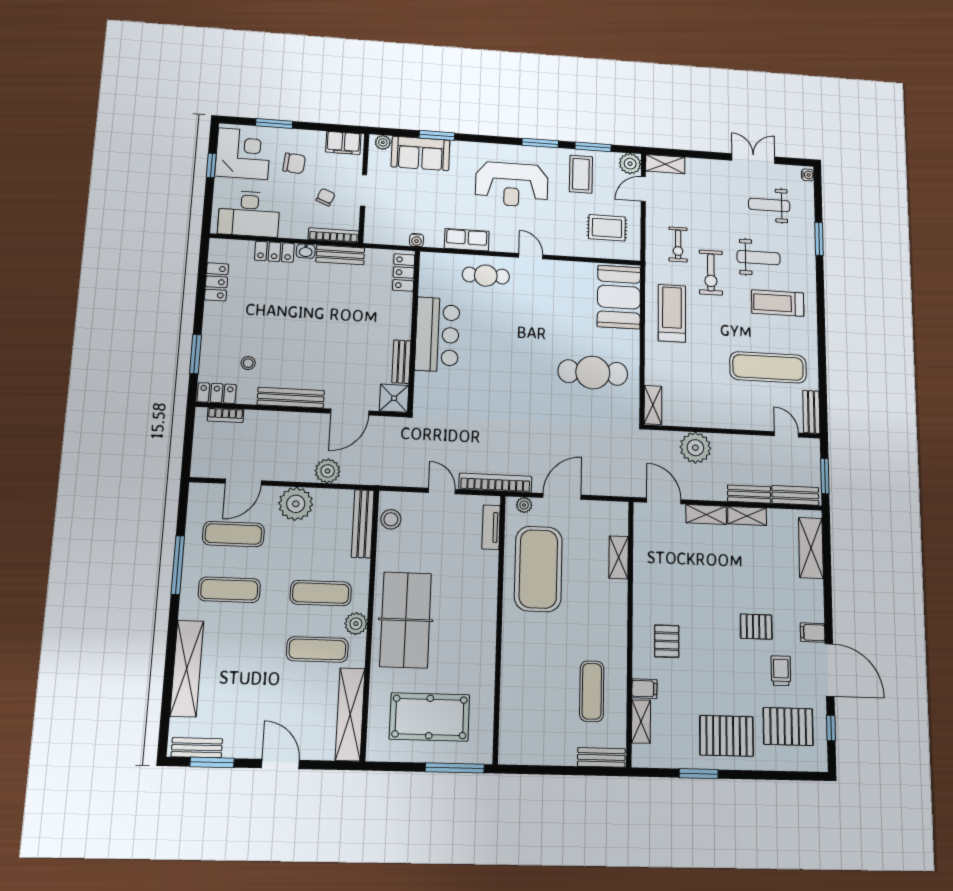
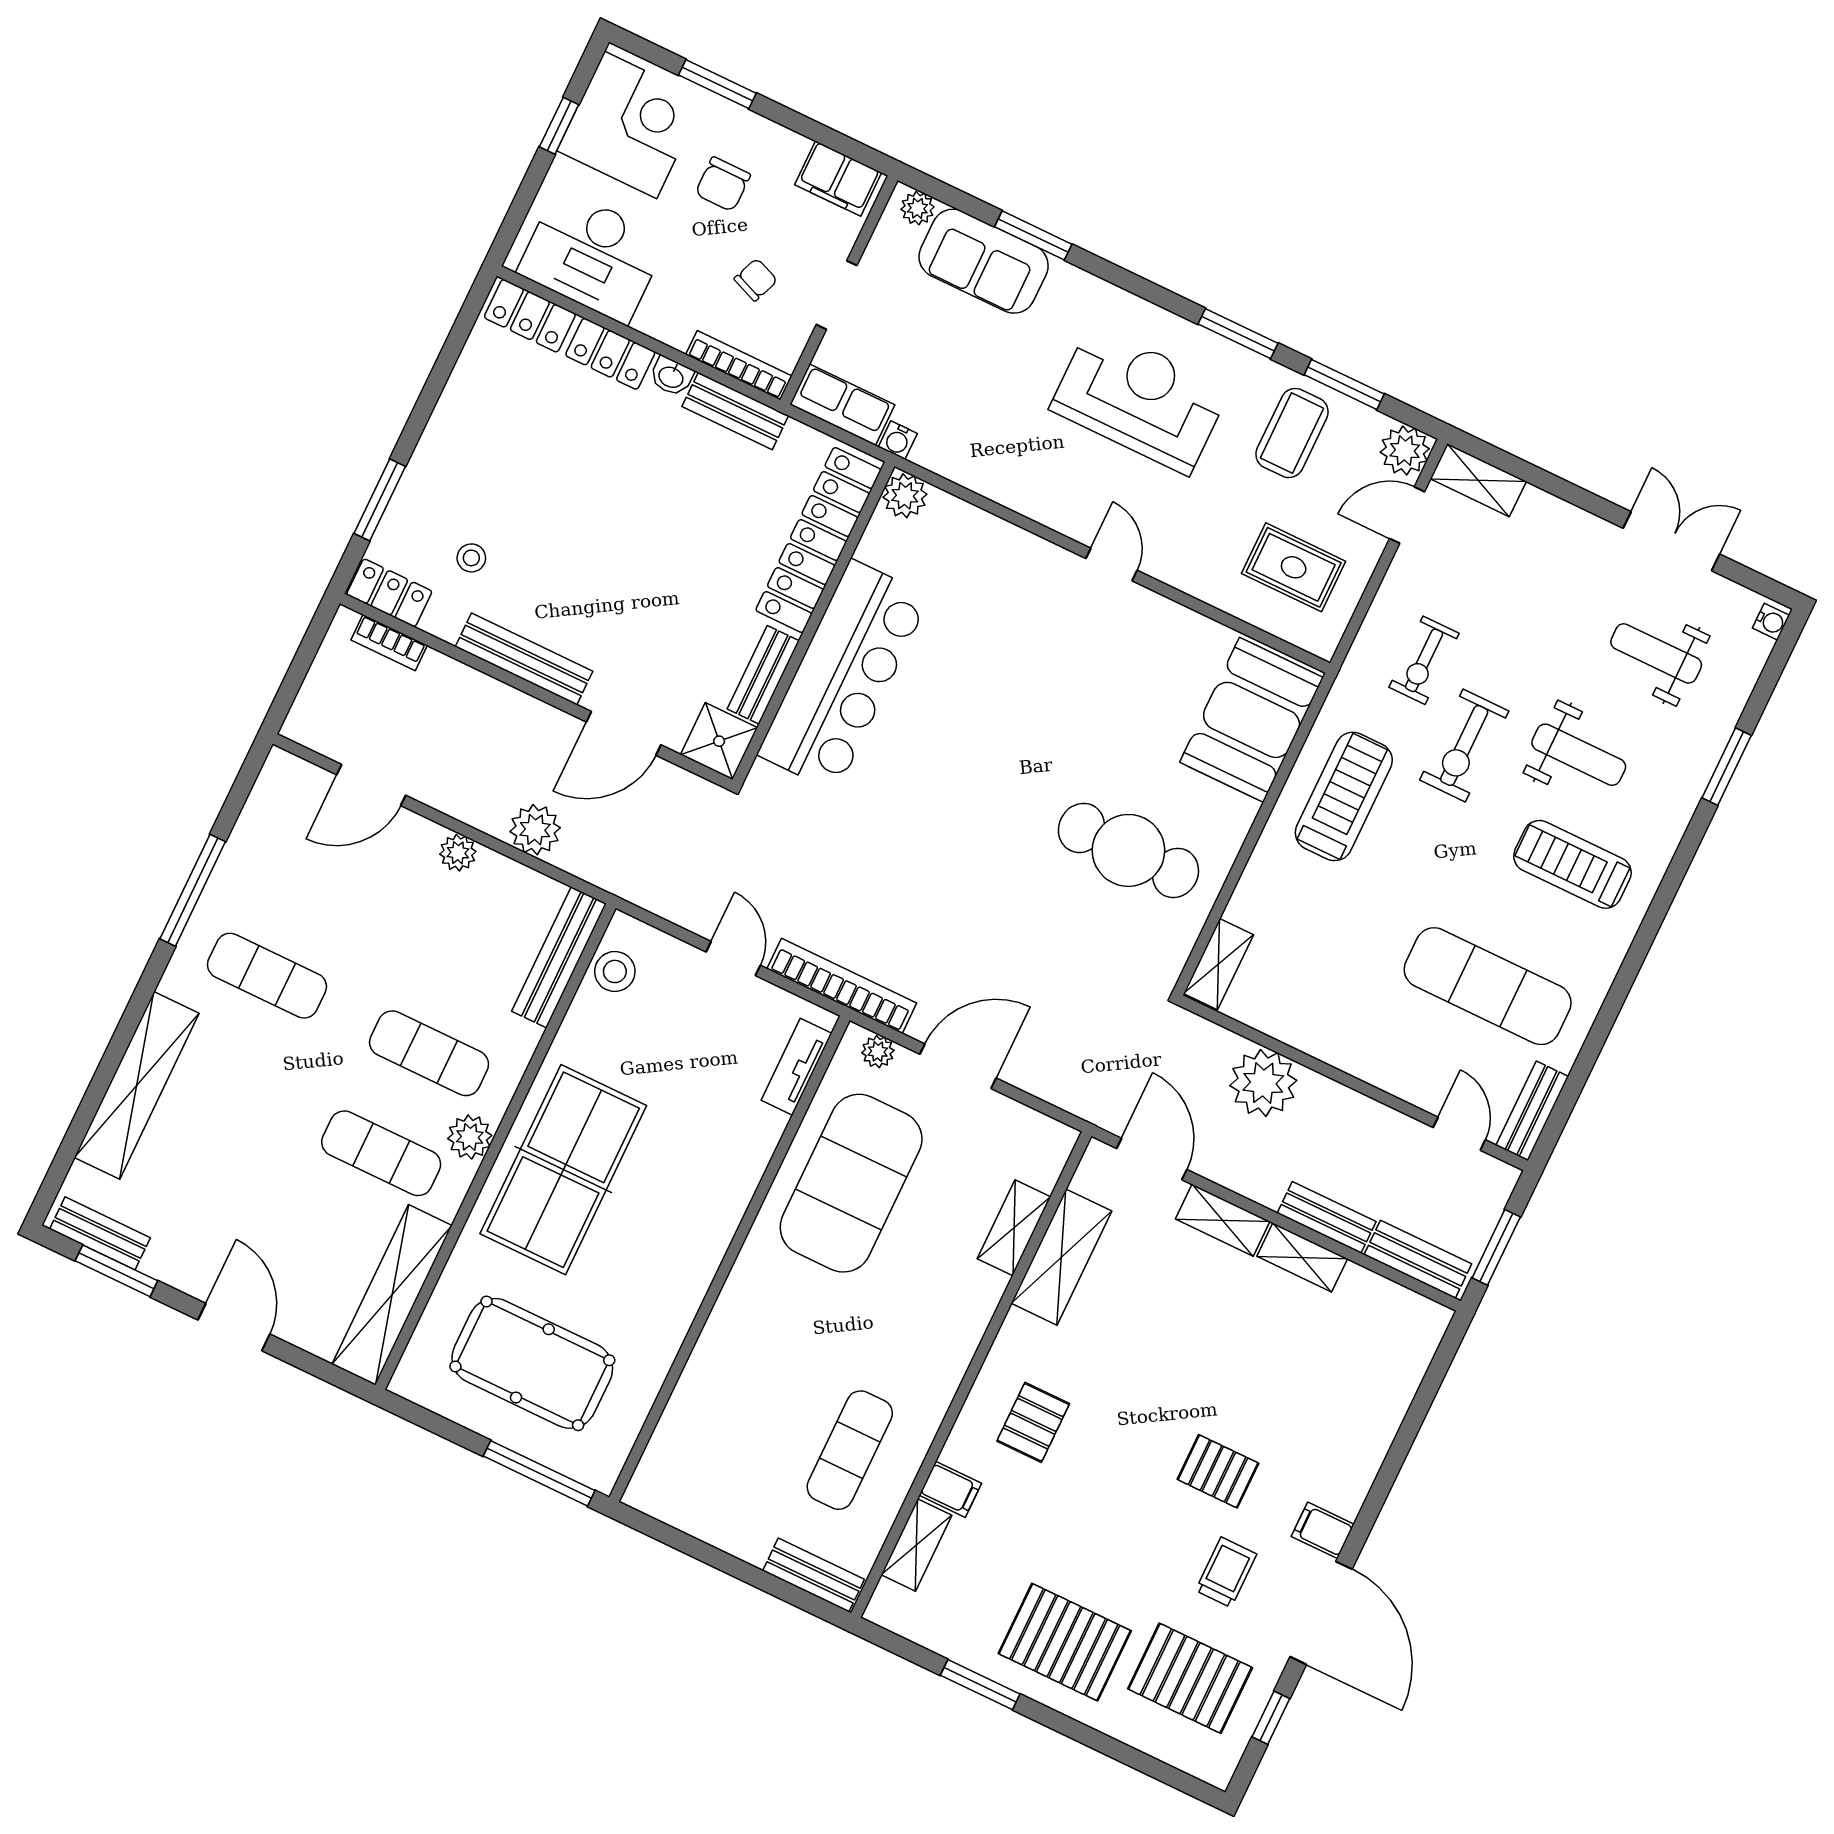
chair: (294, 163) -> (723, 184), turned 85
reception desk: (512, 184) -> (1140, 399), turned 180
row of seats: (467, 240) -> (842, 405), moved
plant: (430, 262) -> (905, 496), added
locker: (404, 273) -> (818, 540), width x2.16, depth x1.21
cafe table: (486, 276) -> (1004, 568), removed
locker: (216, 282) -> (530, 316), moved, turned 90
bar counter: (437, 335) -> (844, 676), width x1.36
plant: (296, 504) -> (458, 853), width x0.53, depth x0.53
exercise mat: (233, 534) -> (315, 876), removed
shelving: (811, 548) -> (1061, 1257), moved

